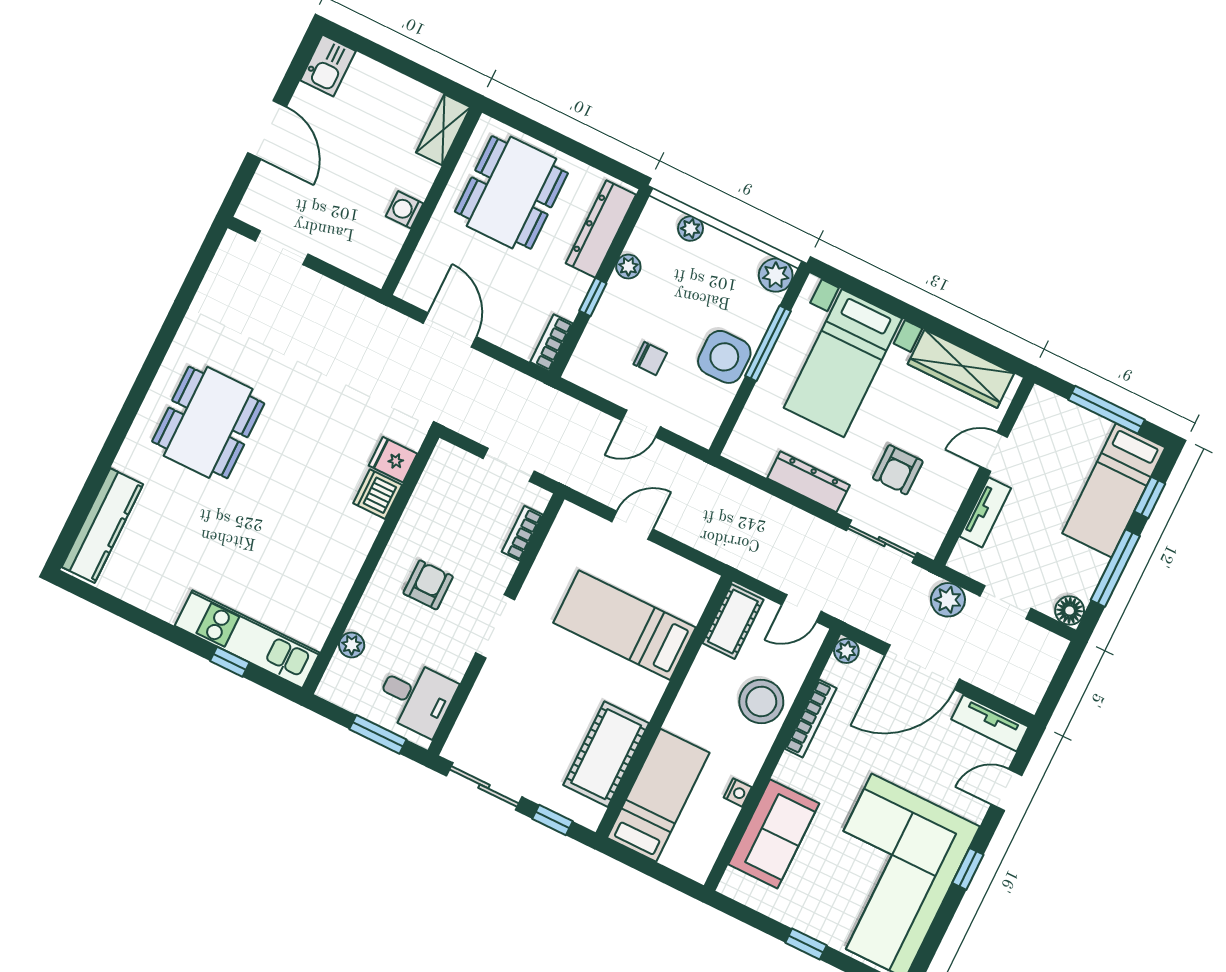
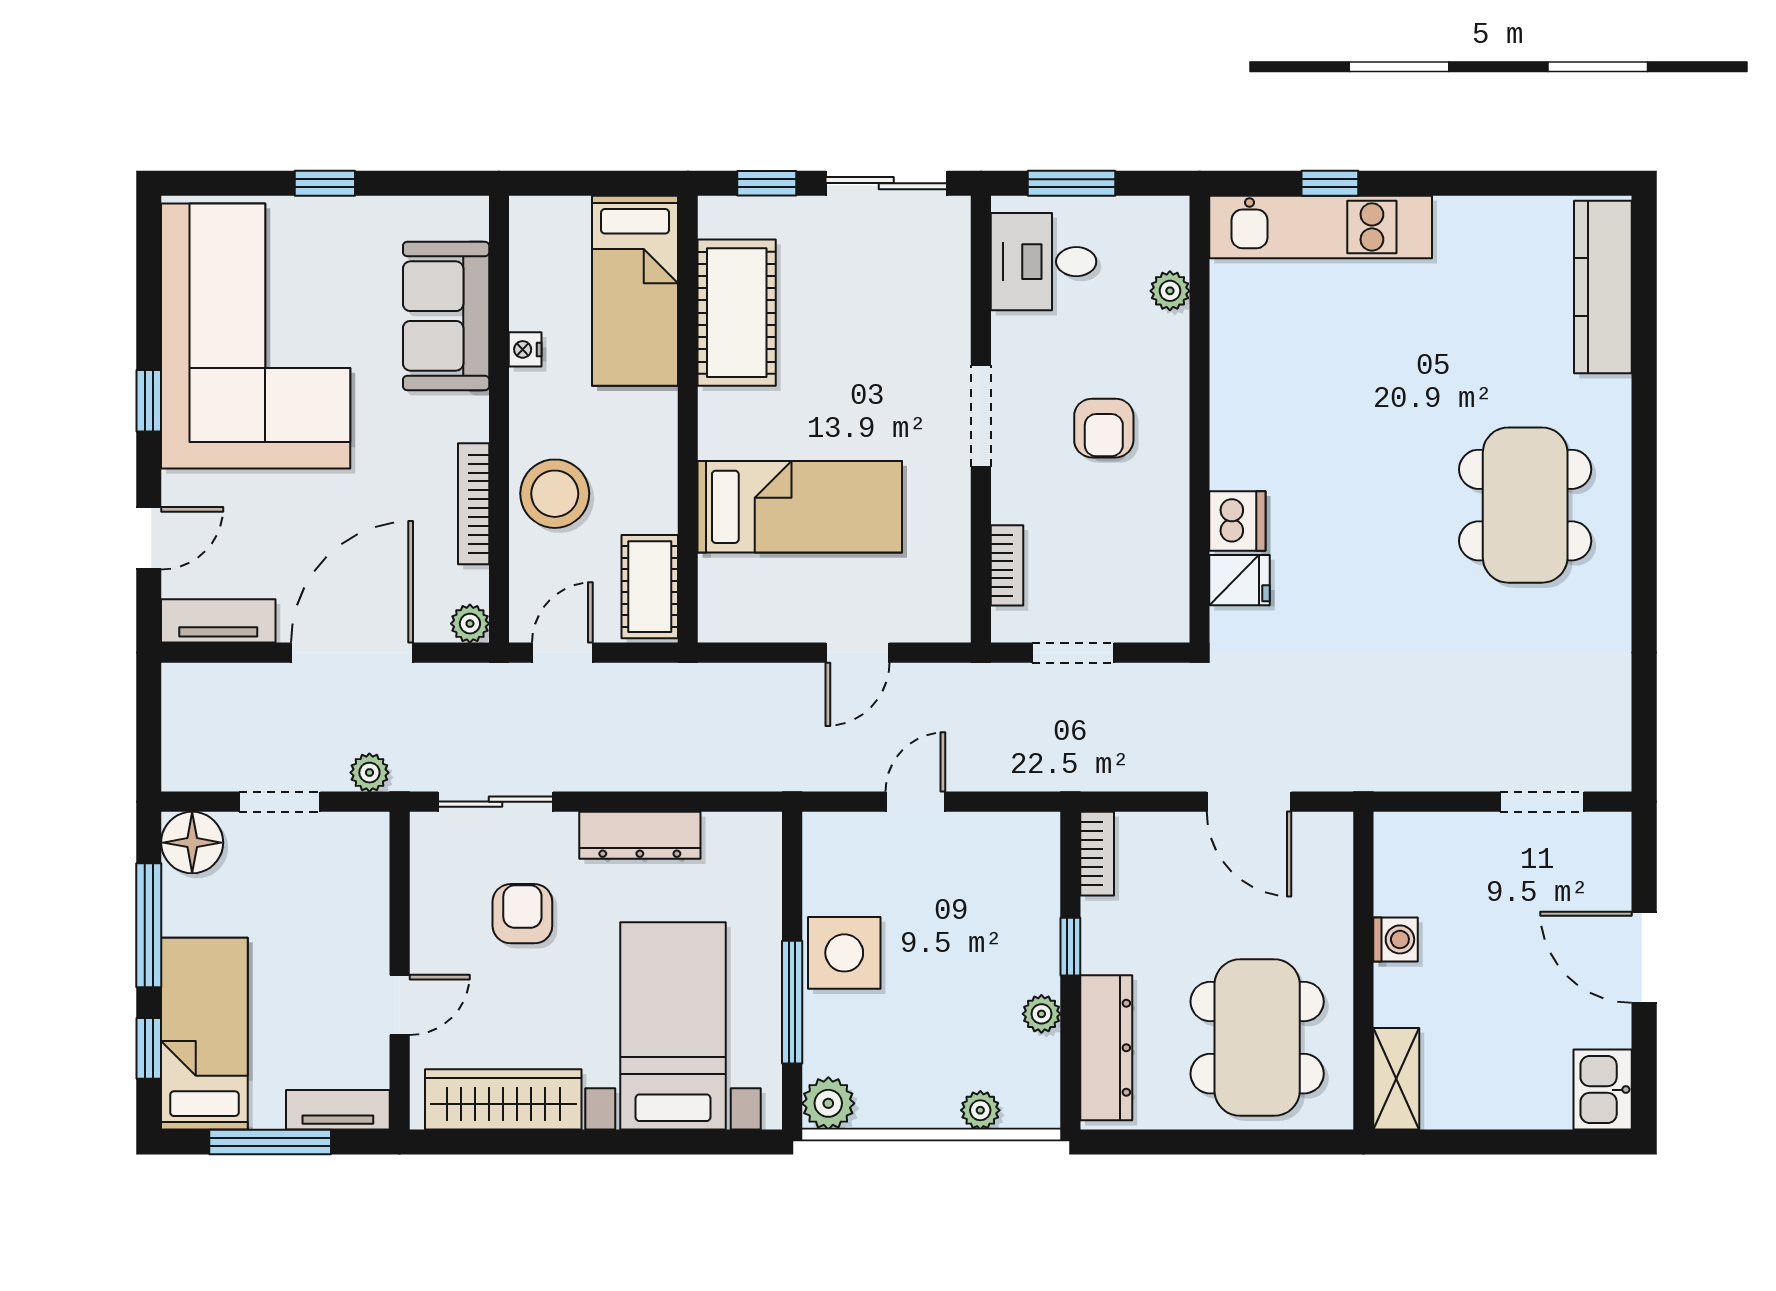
chair: (650, 359) -> (947, 899), removed
tv unit: (985, 512) -> (338, 1110), moved, turned 90
plant: (948, 600) -> (369, 773), width x0.73, depth x0.73
floor lamp: (1070, 611) -> (192, 843), width x1.38, depth x1.38

